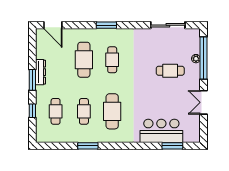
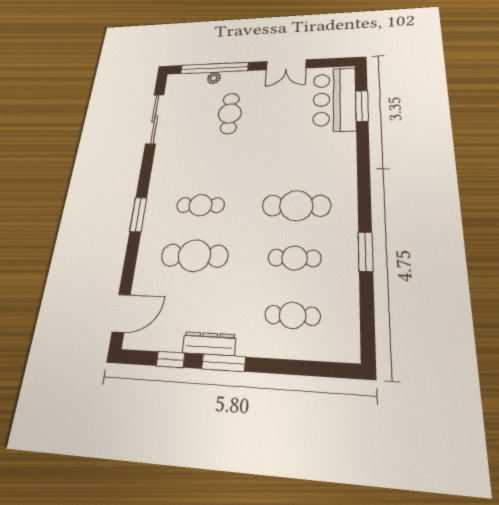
window: (32, 111) -> (170, 359), moved
bar counter: (161, 131) -> (334, 99), moved

